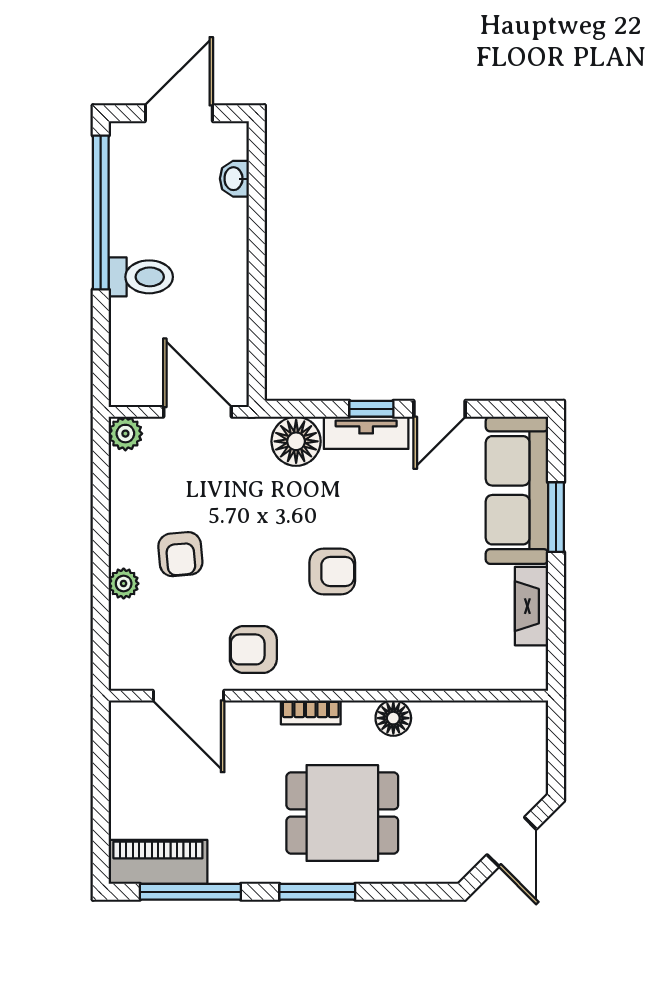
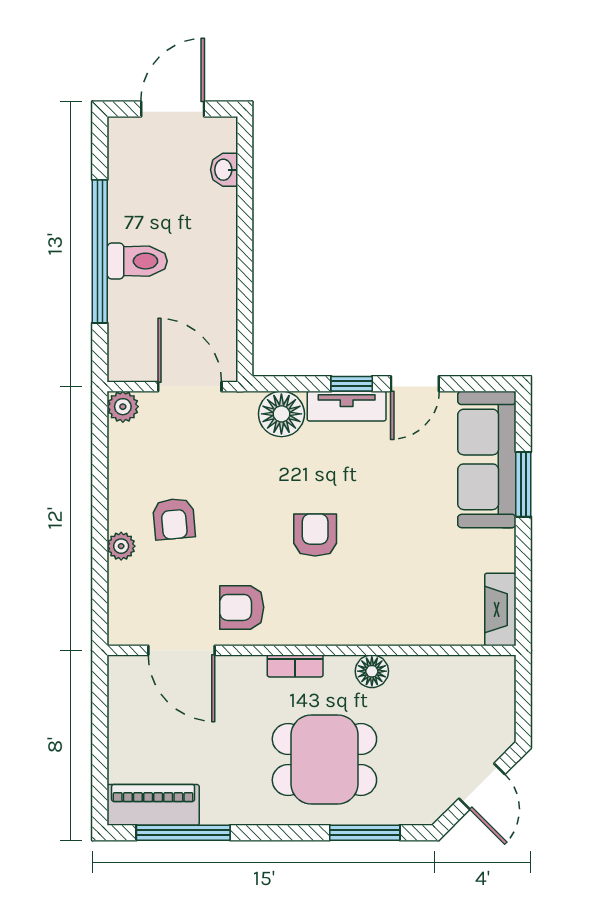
window: (101, 212) -> (100, 251), moved
armchair: (332, 572) -> (315, 535), turned -90
fireplace: (531, 606) -> (500, 610), moved
window: (317, 892) -> (365, 833), moved

